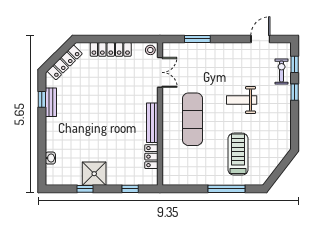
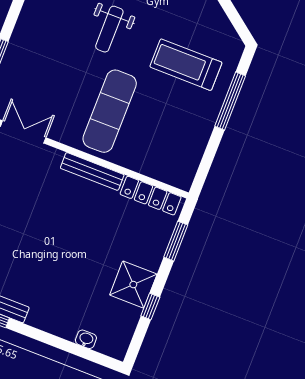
exercise mat: (192, 119) -> (110, 111), turned 90
locker: (151, 157) -> (151, 196), width x1.53
window: (130, 189) -> (176, 241), width x1.50

